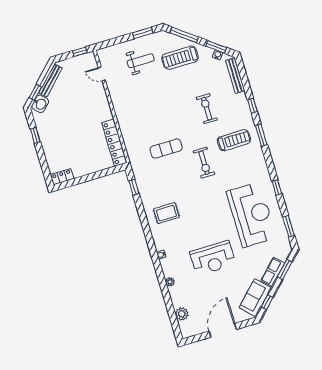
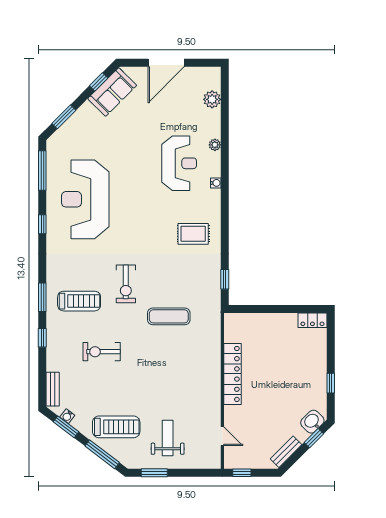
weight bench: (141, 61) -> (168, 438), turned 90
bench: (235, 76) -> (53, 389), width x0.73
bench: (50, 80) -> (286, 452), width x0.73
exercise bike: (207, 109) -> (102, 352), turned 90
treadmill: (234, 140) -> (79, 301), turned 180
locker: (114, 143) -> (233, 374), moved
exercise bike: (204, 163) -> (126, 284), turned 180
window: (289, 226) -> (42, 170), width x1.44
reception desk: (213, 258) -> (179, 163), moved, turned 90
row of seats: (273, 272) -> (80, 118), removed

